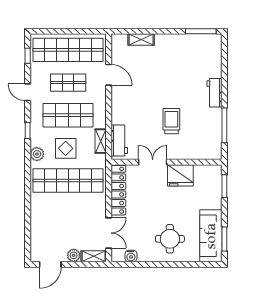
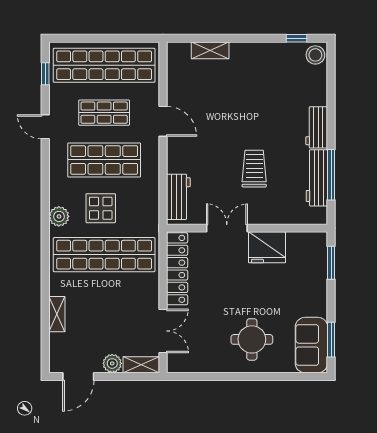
window: (201, 31) -> (297, 38), width x0.46
stool: (214, 43) -> (315, 55), added
door: (109, 75) -> (163, 121), moved
workbench: (215, 127) -> (317, 178), added
window: (28, 131) -> (45, 182), removed
shelving: (101, 141) -> (57, 314), moved
sofa: (211, 236) -> (311, 345), width x0.73
water cooler: (131, 256) -> (195, 364), removed

